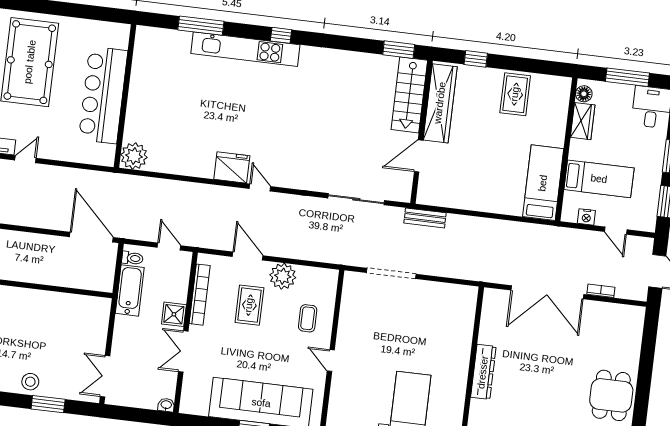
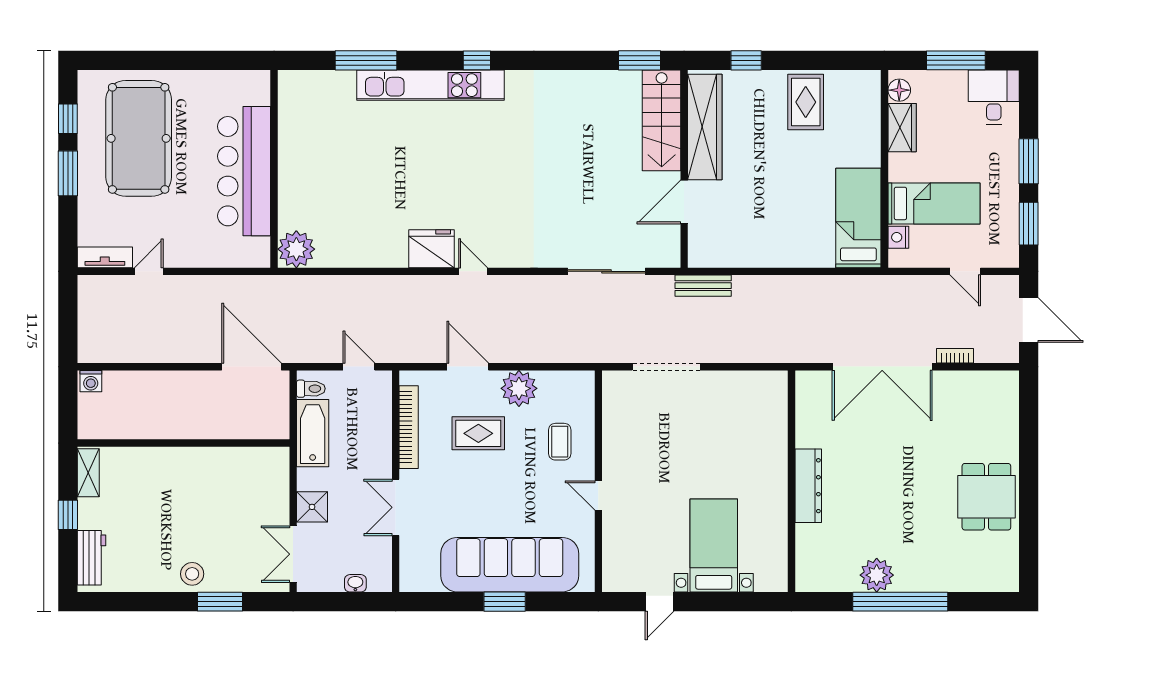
nightstand: (586, 217) -> (898, 237), moved, turned 90
rug: (249, 305) -> (478, 433), turned 90
shower: (174, 314) -> (312, 507), moved
washbasin: (166, 405) -> (355, 583), moved

